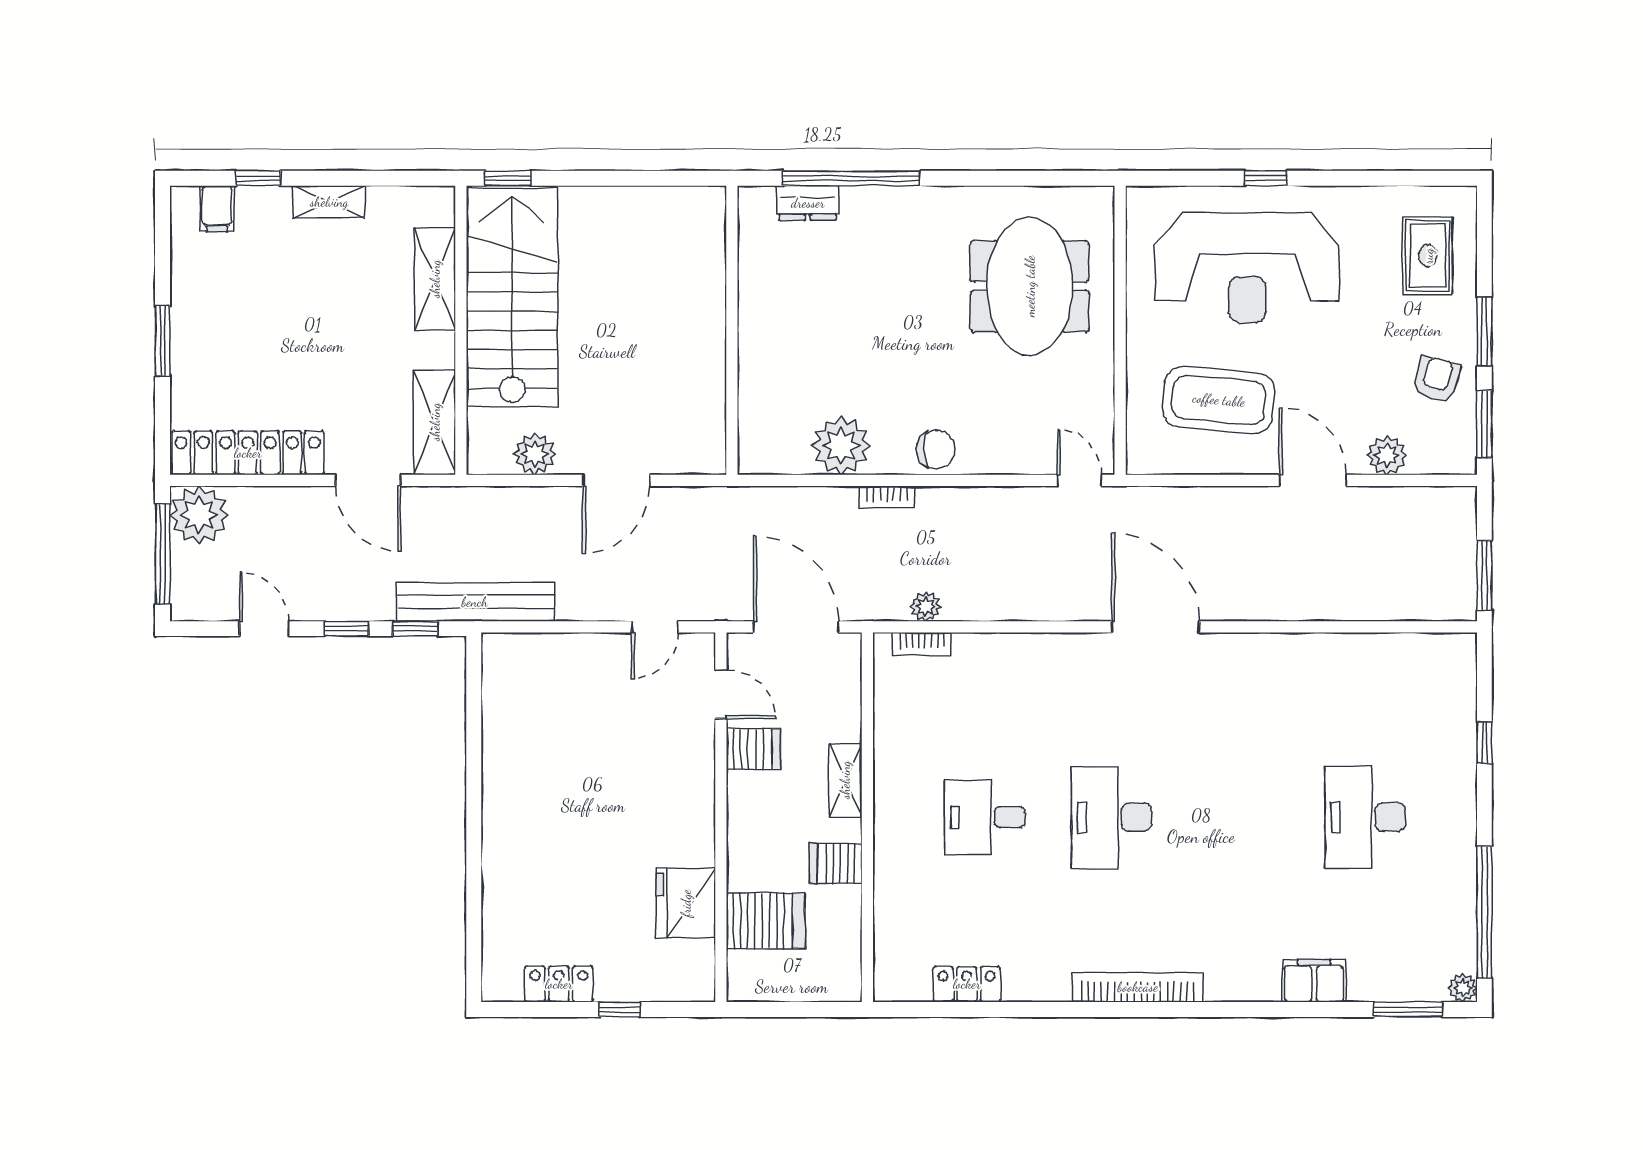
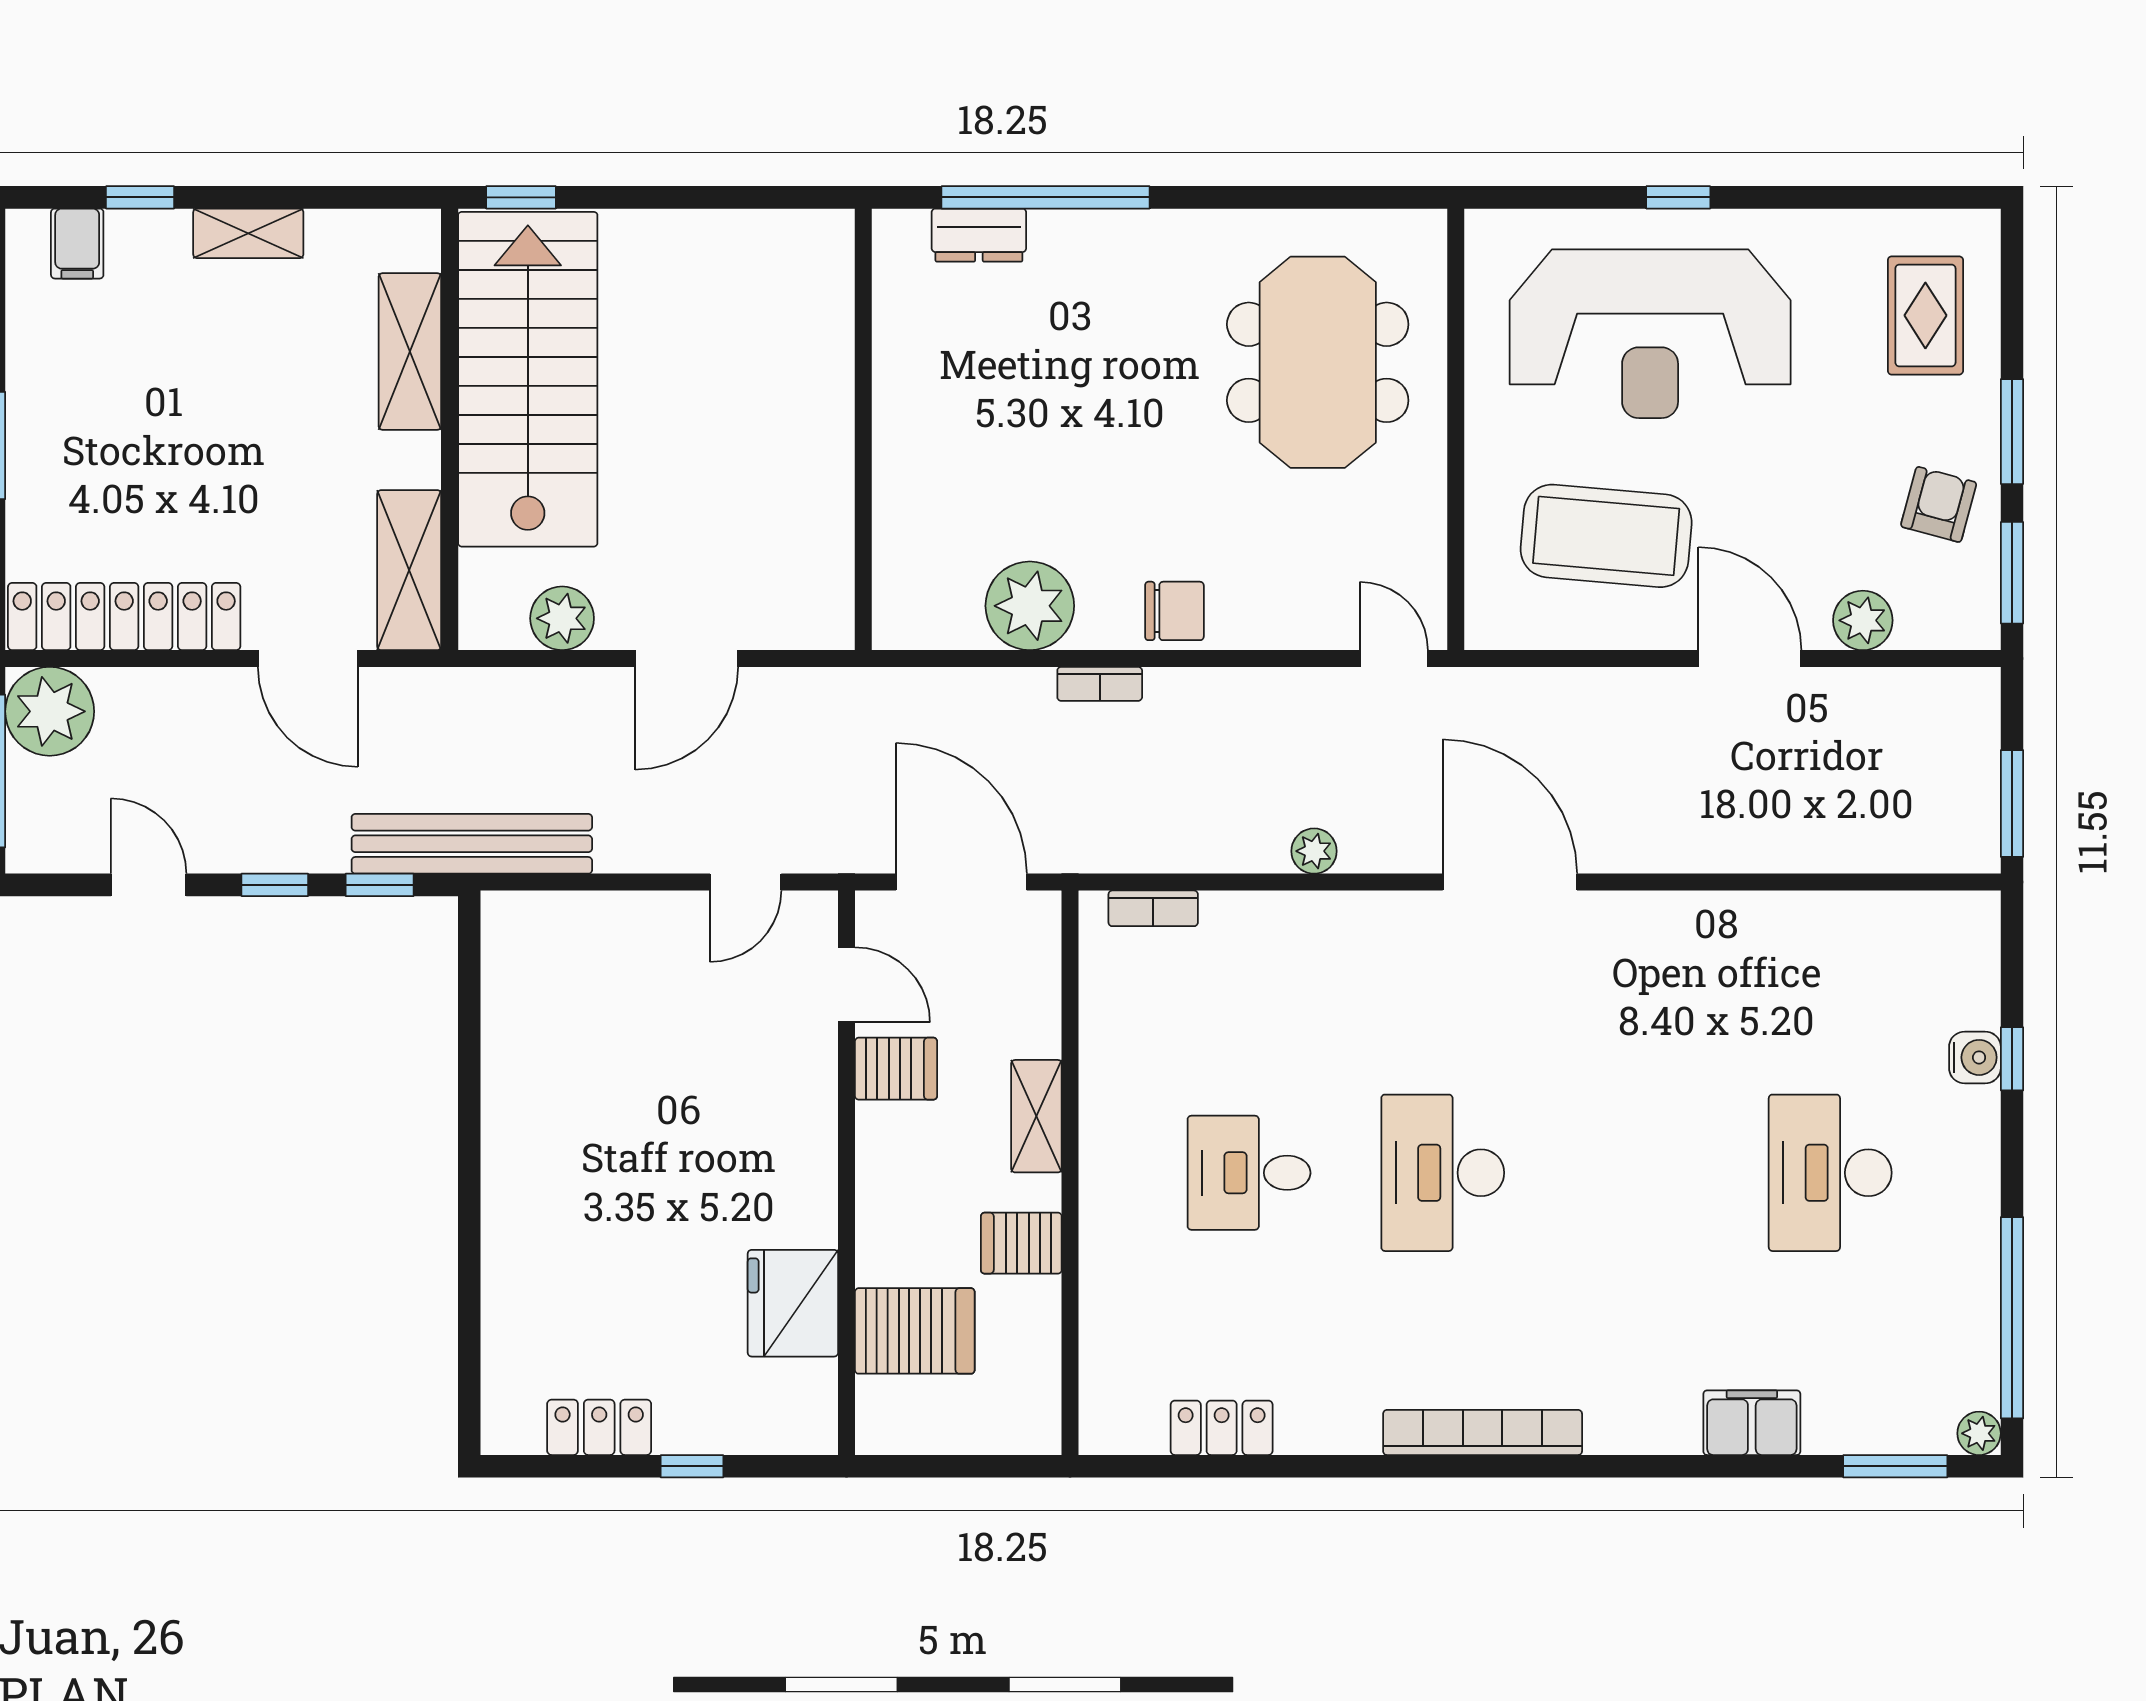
plant: (926, 606) -> (1314, 851), moved
water cooler: (1460, 742) -> (1975, 1057), added

